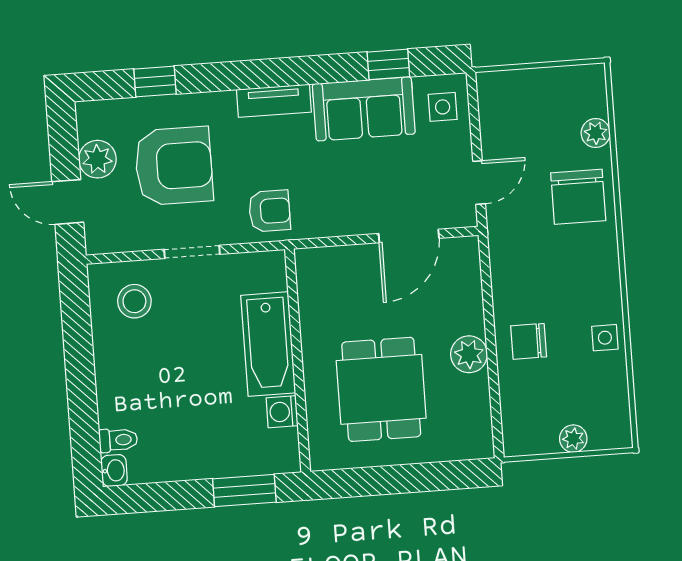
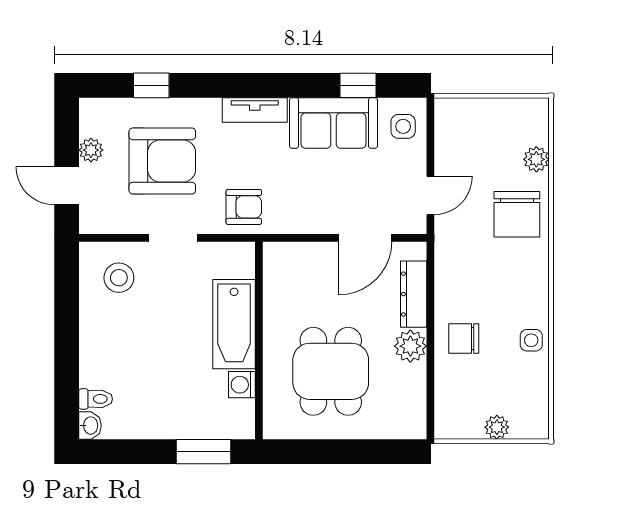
plant: (97, 159) -> (91, 150), width x0.73, depth x0.73
dresser: (468, 295) -> (414, 294), added

